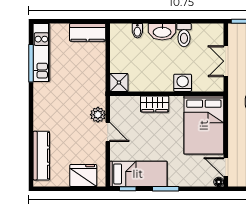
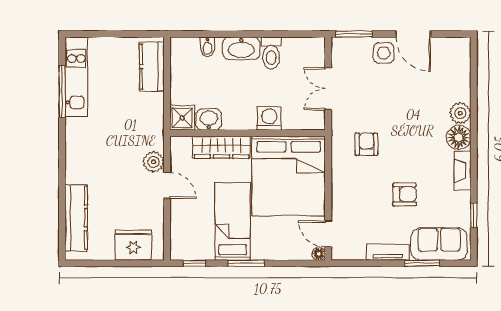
kitchen counter: (88, 32) -> (152, 67), moved, turned 90
washbasin: (138, 84) -> (209, 119), added
wardrobe: (155, 104) -> (222, 147), width x1.50
bed: (204, 125) -> (289, 176), width x1.36
bed: (138, 174) -> (233, 221), moved, turned -90

